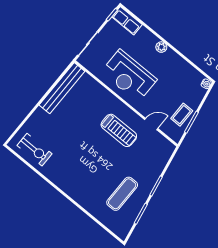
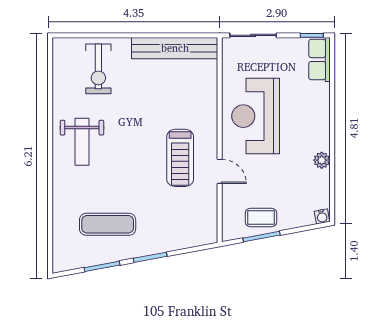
plant: (161, 47) -> (322, 160), moved
door: (151, 124) -> (220, 171), moved
exercise bike: (34, 150) -> (98, 69), moved
weight bench: (71, 173) -> (82, 142), added

